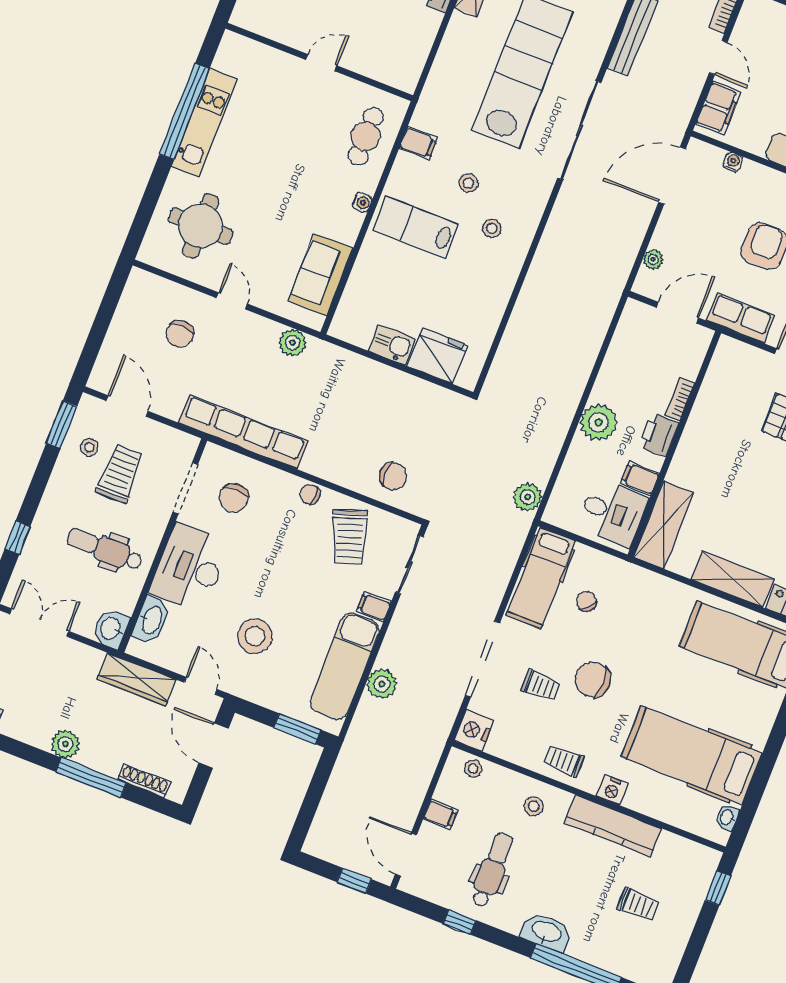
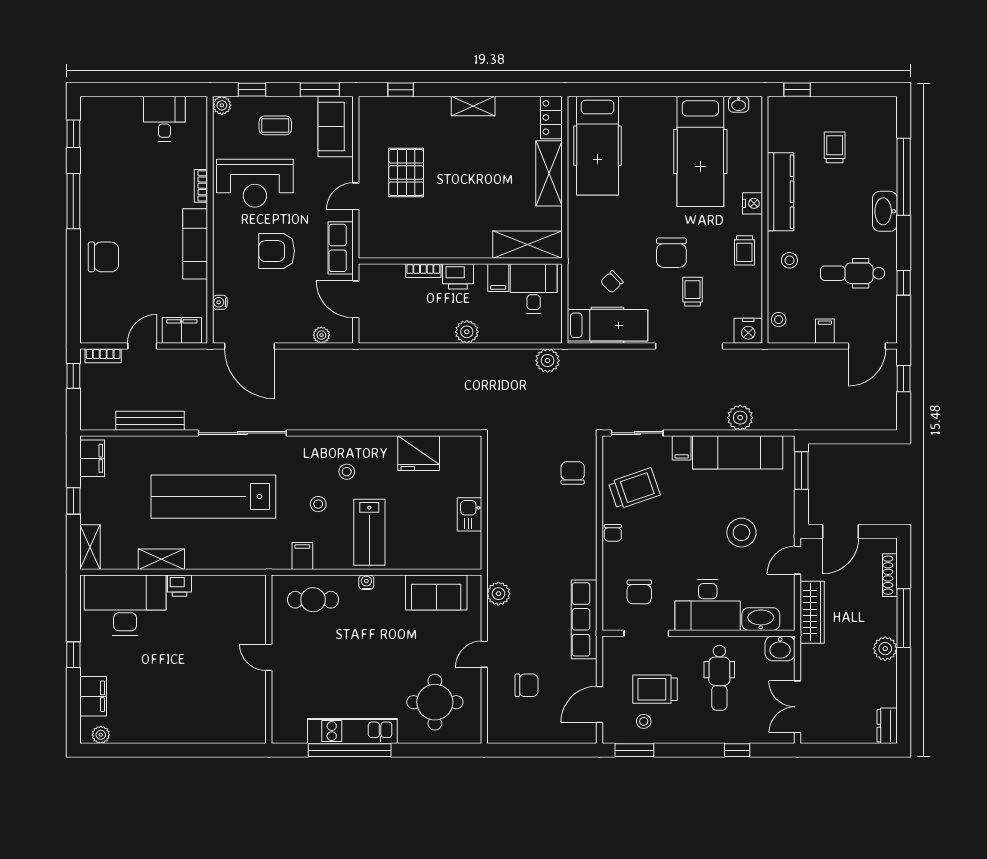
fridge: (437, 356) -> (419, 453), moved, turned -90
plant: (599, 422) -> (467, 332), width x0.73, depth x0.73
row of seats: (243, 432) -> (584, 619), width x0.73
chair: (234, 498) -> (639, 592), turned 90

